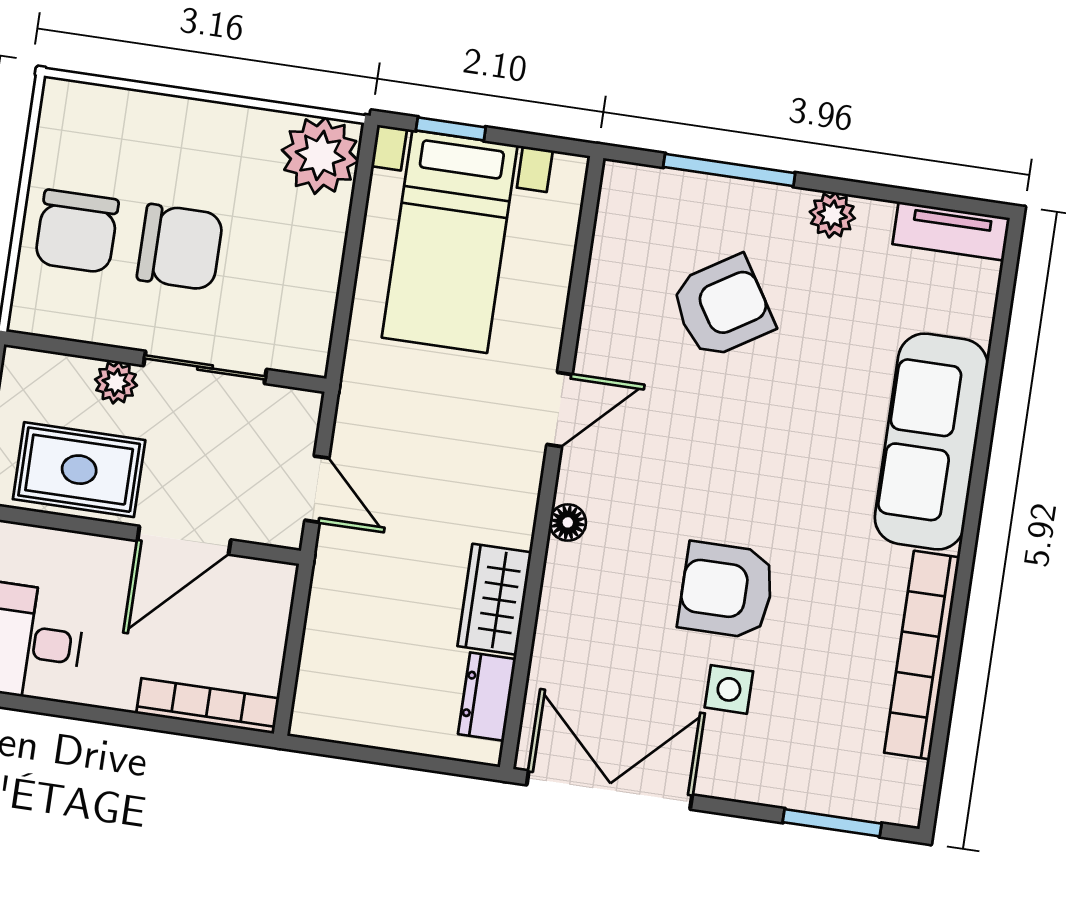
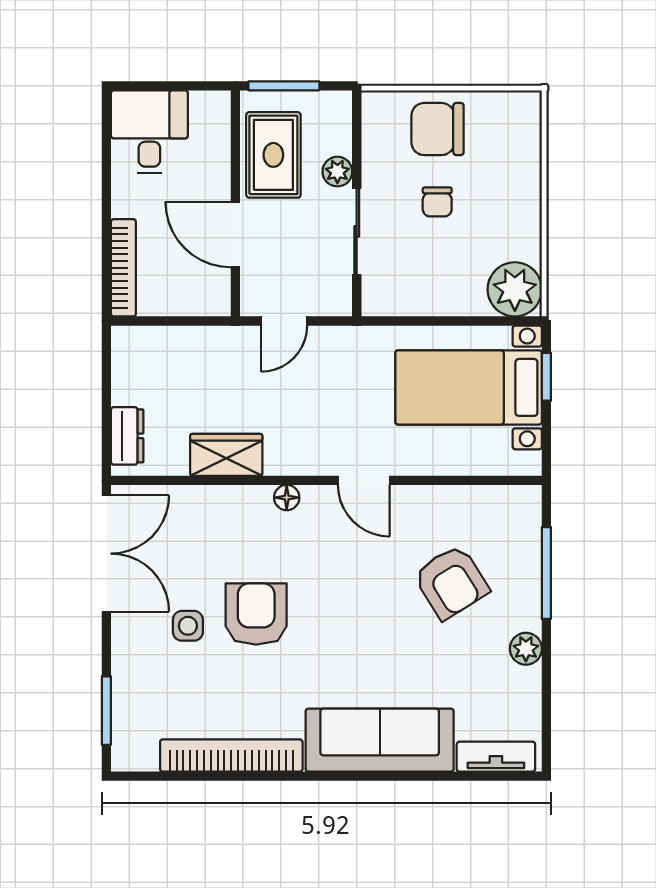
tv unit: (951, 231) -> (496, 757), moved, turned 90
chair: (180, 247) -> (437, 202), width x0.54, depth x0.54
dresser: (487, 697) -> (127, 436), moved, turned 90

